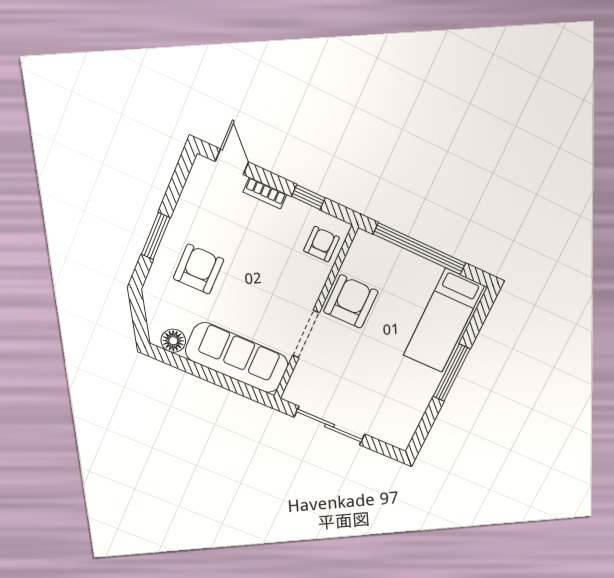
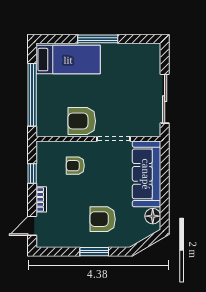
armchair: (322, 244) -> (75, 166), moved

